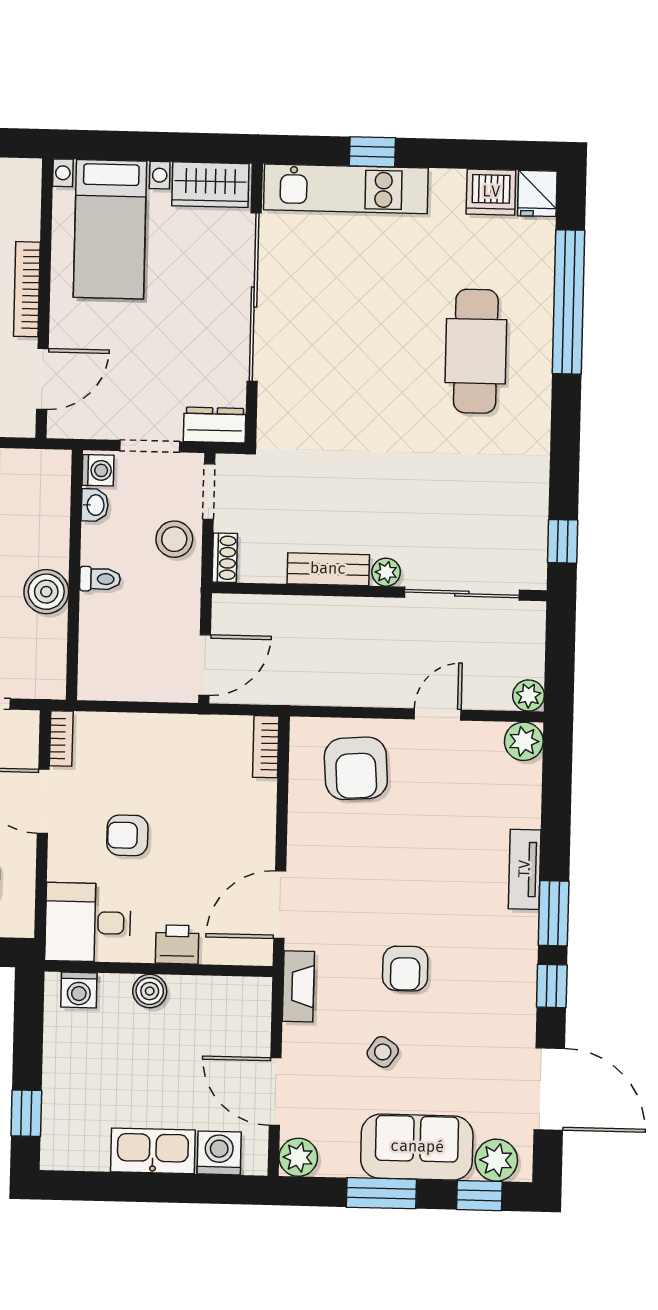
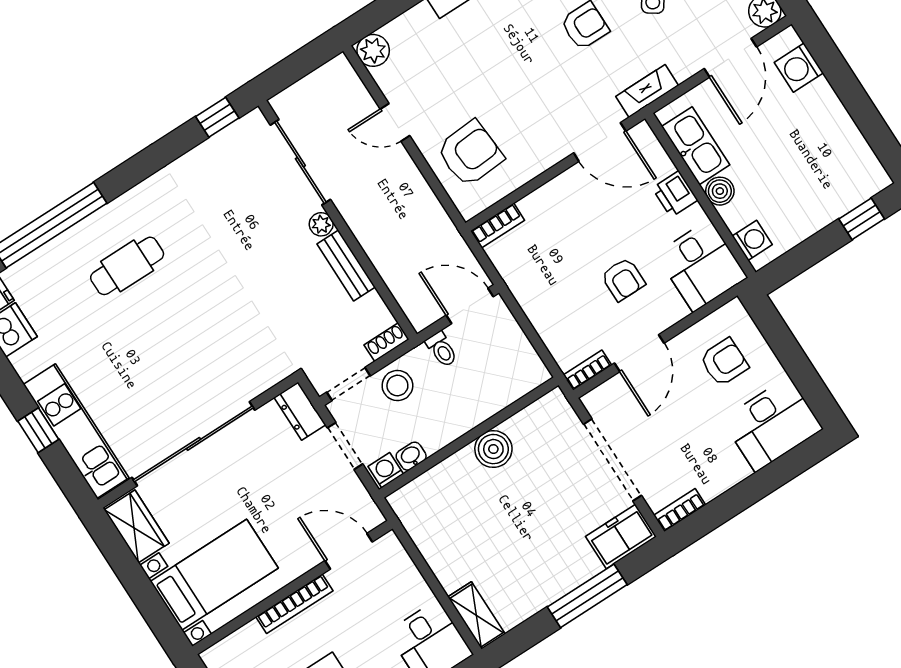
cafe table: (476, 351) -> (127, 266), width x0.73, depth x0.74
toilet: (100, 579) -> (442, 349), moved, turned 180
plant: (528, 695) -> (339, 69), removed
kitchen sink: (153, 1151) -> (696, 146), moved, turned 180

